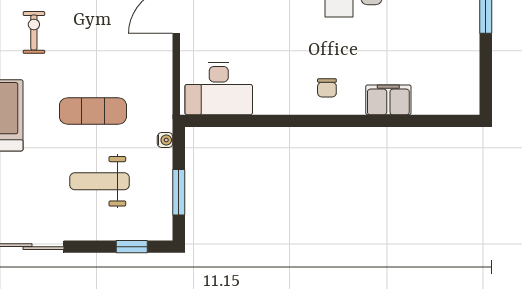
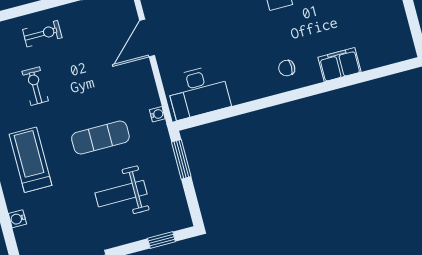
chair: (327, 88) -> (287, 68), turned 90
water cooler: (165, 140) -> (157, 114), moved
window: (179, 192) -> (181, 159), moved

